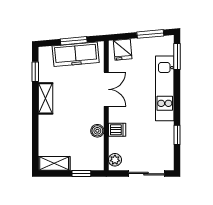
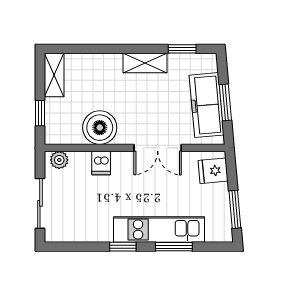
window: (177, 56) -> (174, 247), moved
boiler: (97, 131) -> (100, 128), width x1.86, depth x1.86
window: (177, 135) -> (123, 247), moved

